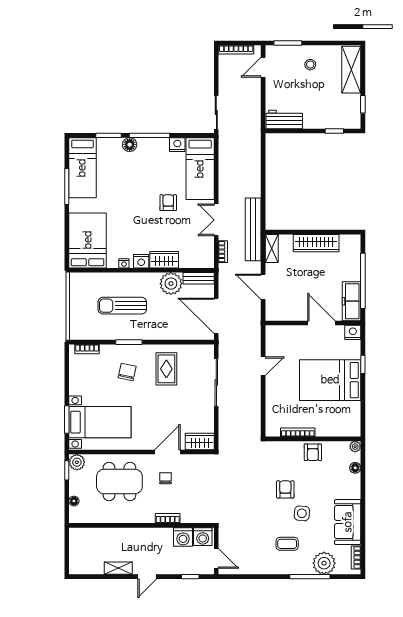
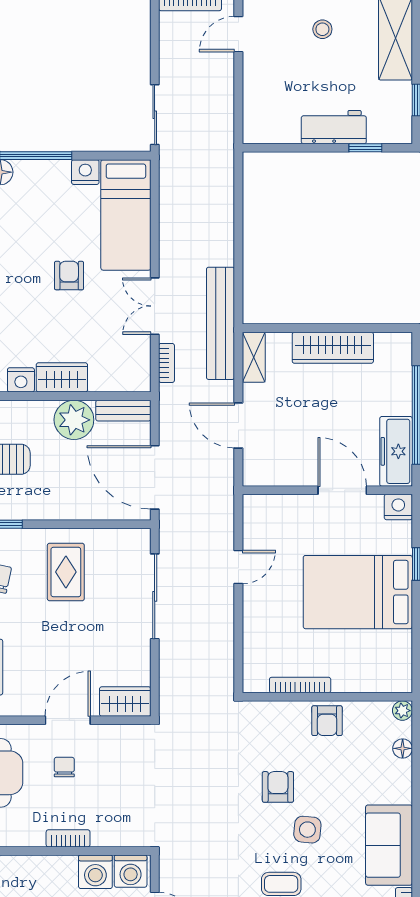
workbench: (284, 119) -> (334, 127), moved

